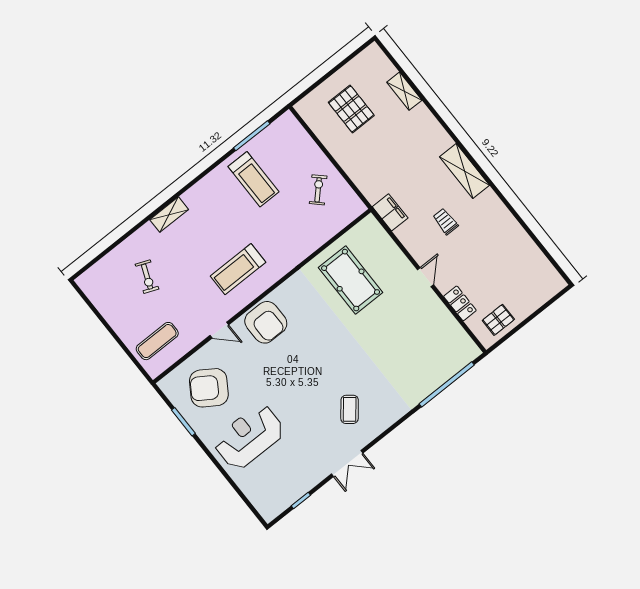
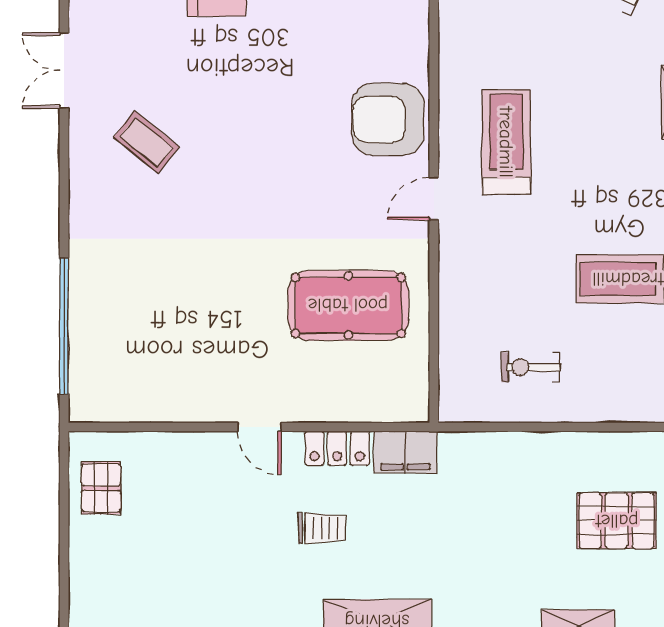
exercise bike: (318, 190) -> (531, 367), turned 136
locker: (460, 303) -> (337, 448), moved
door: (219, 330) -> (434, 198), moved

